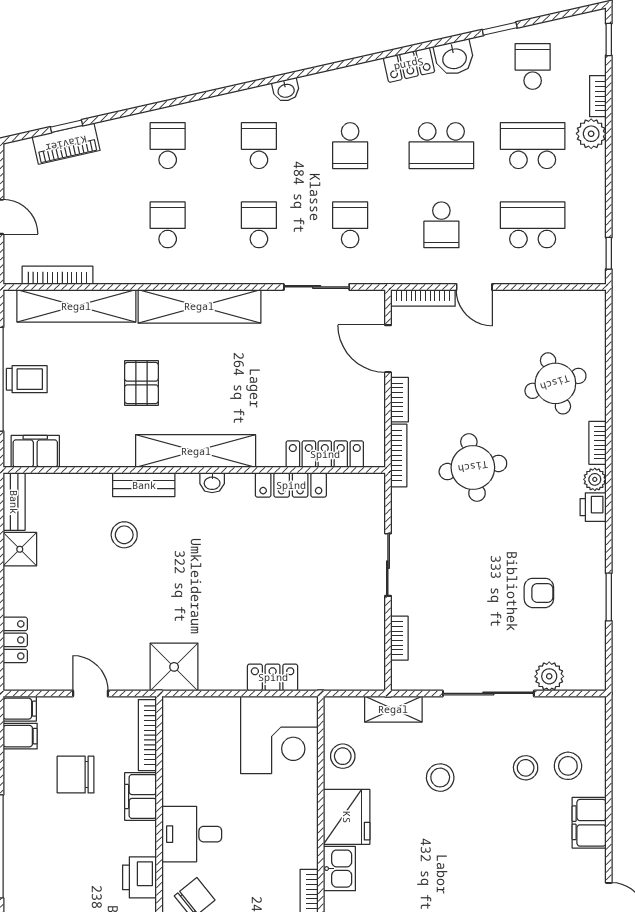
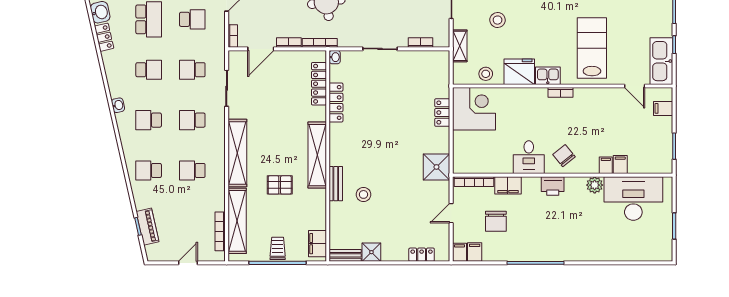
bookcase: (423, 298) -> (233, 36), width x0.64
washbasin: (212, 483) -> (335, 57), moved

